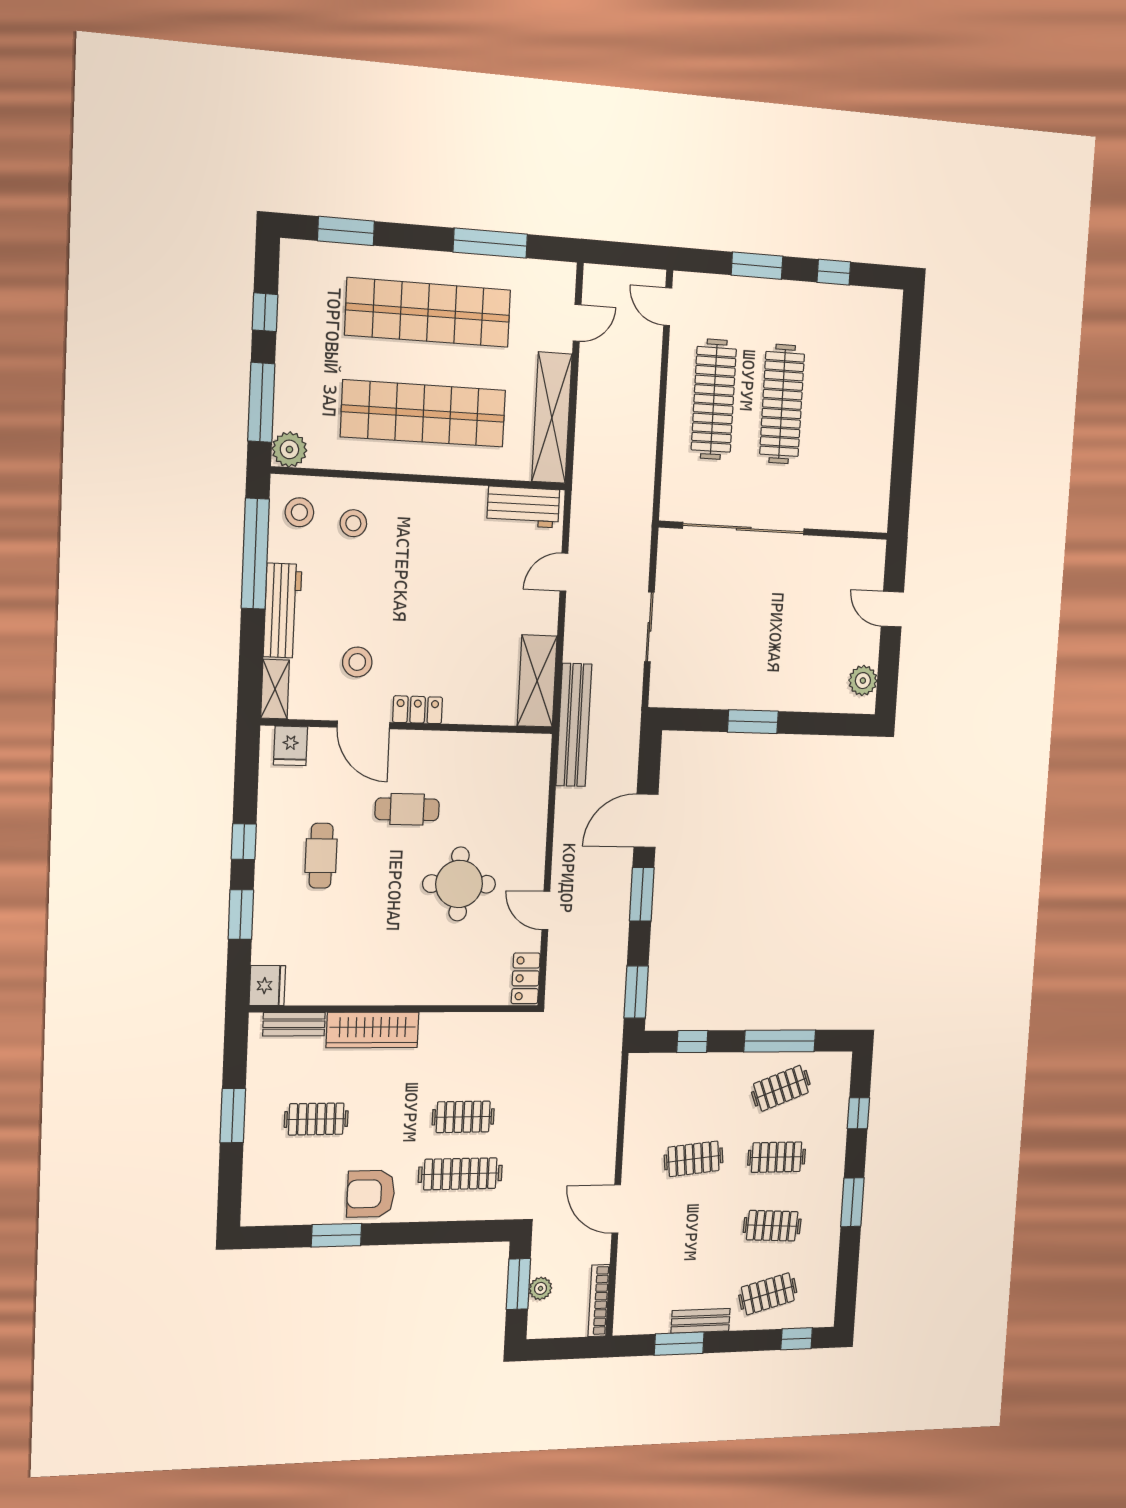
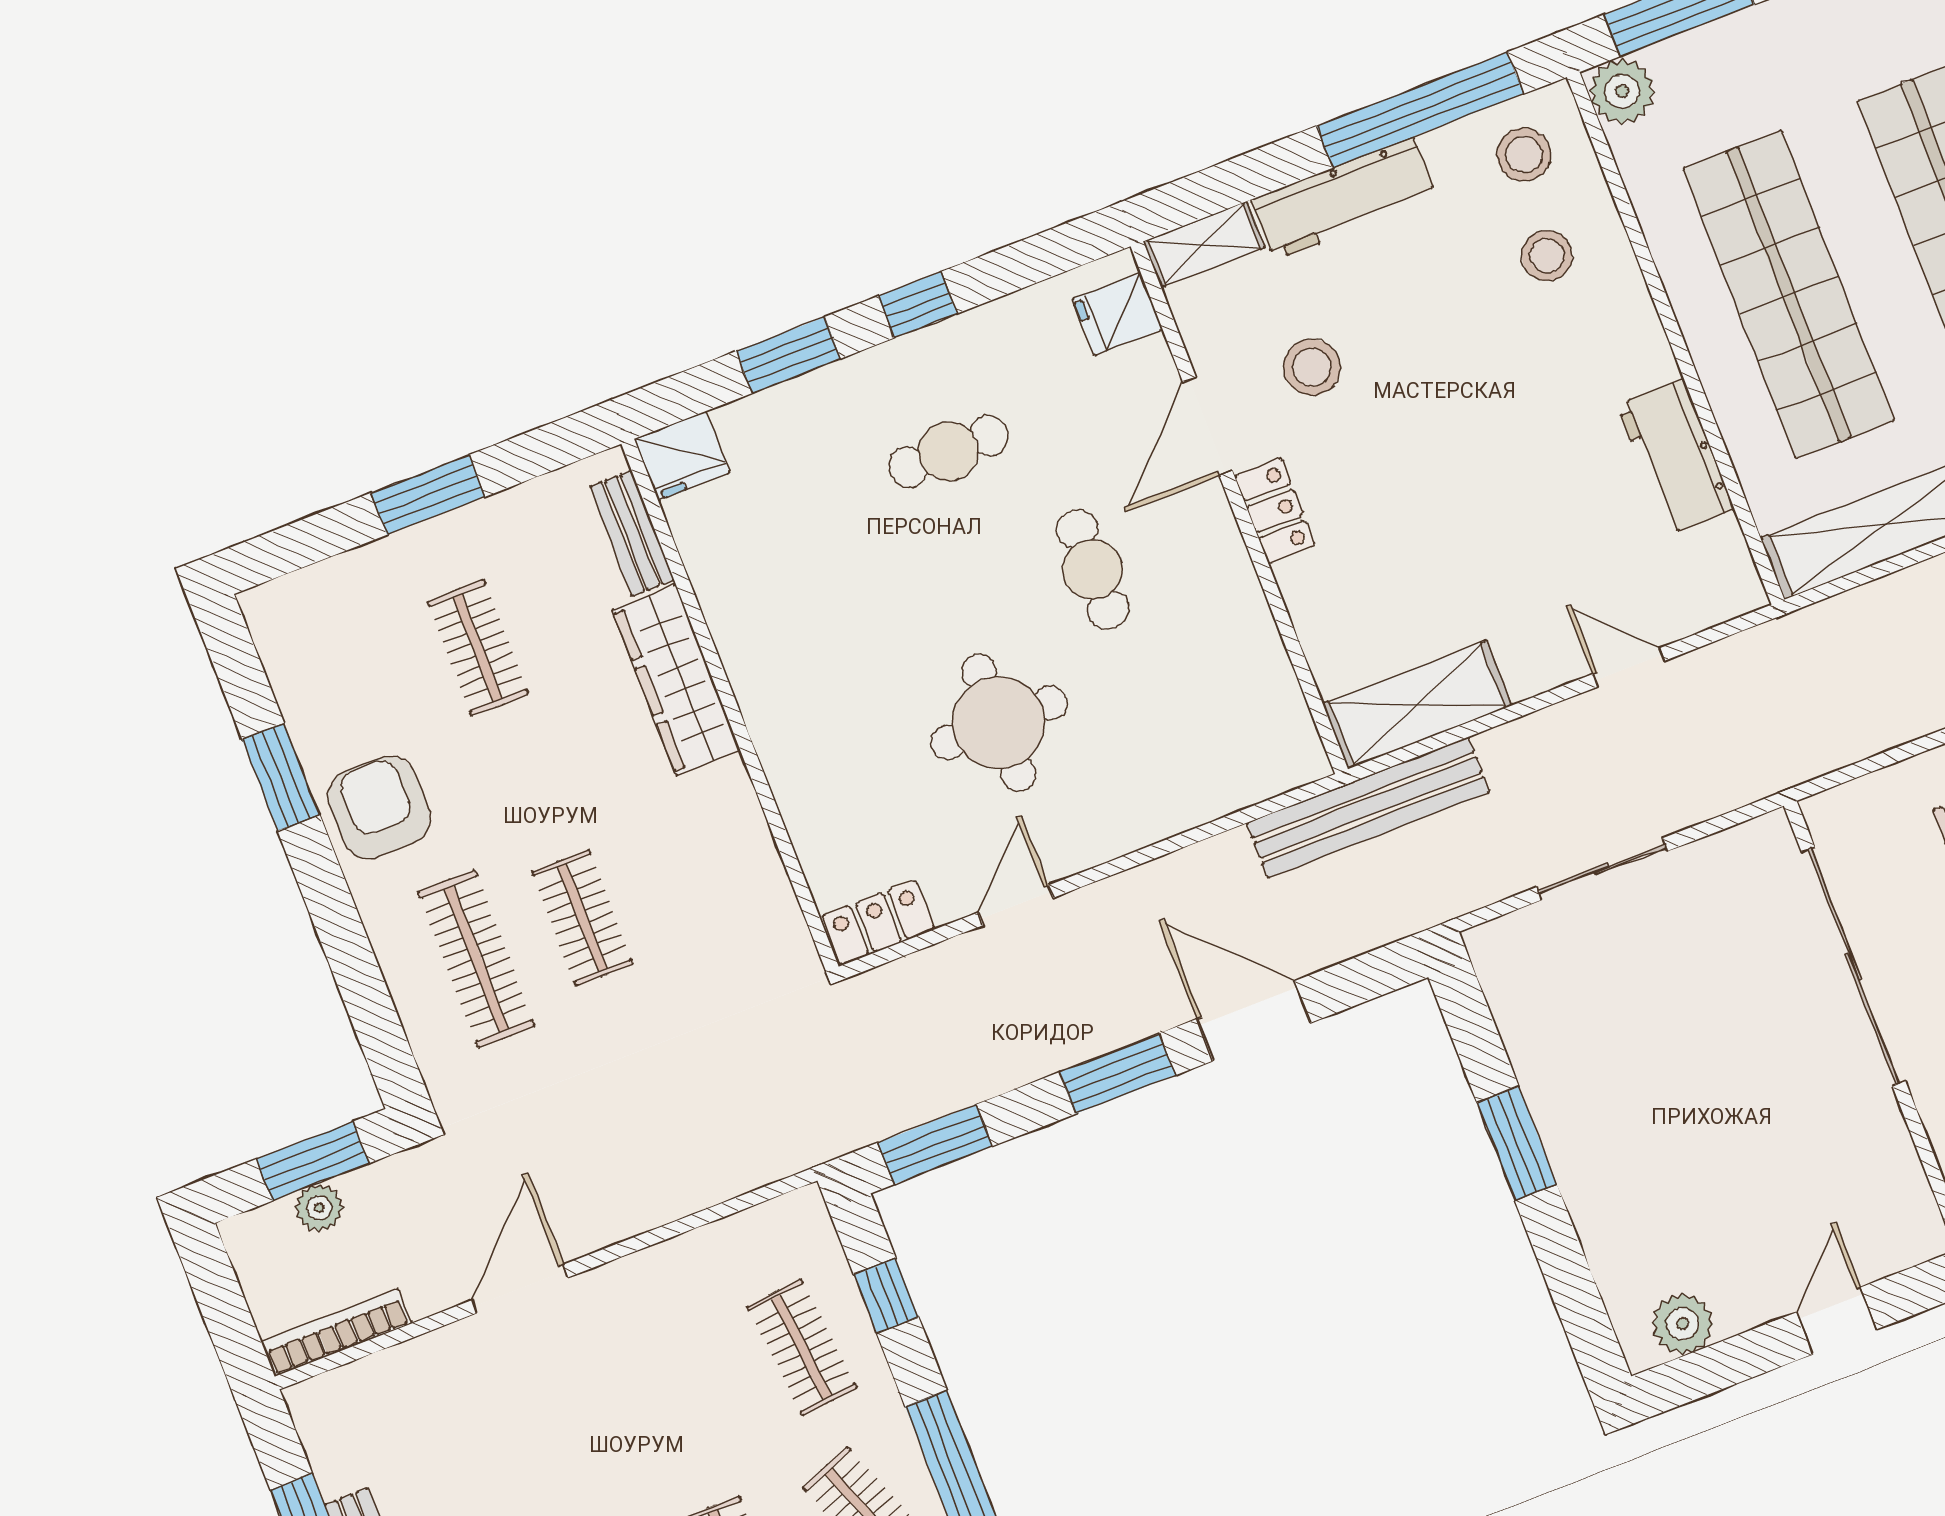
workbench: (523, 507) -> (1676, 457), moved
clothes rail: (694, 1159) -> (802, 1347), moved

